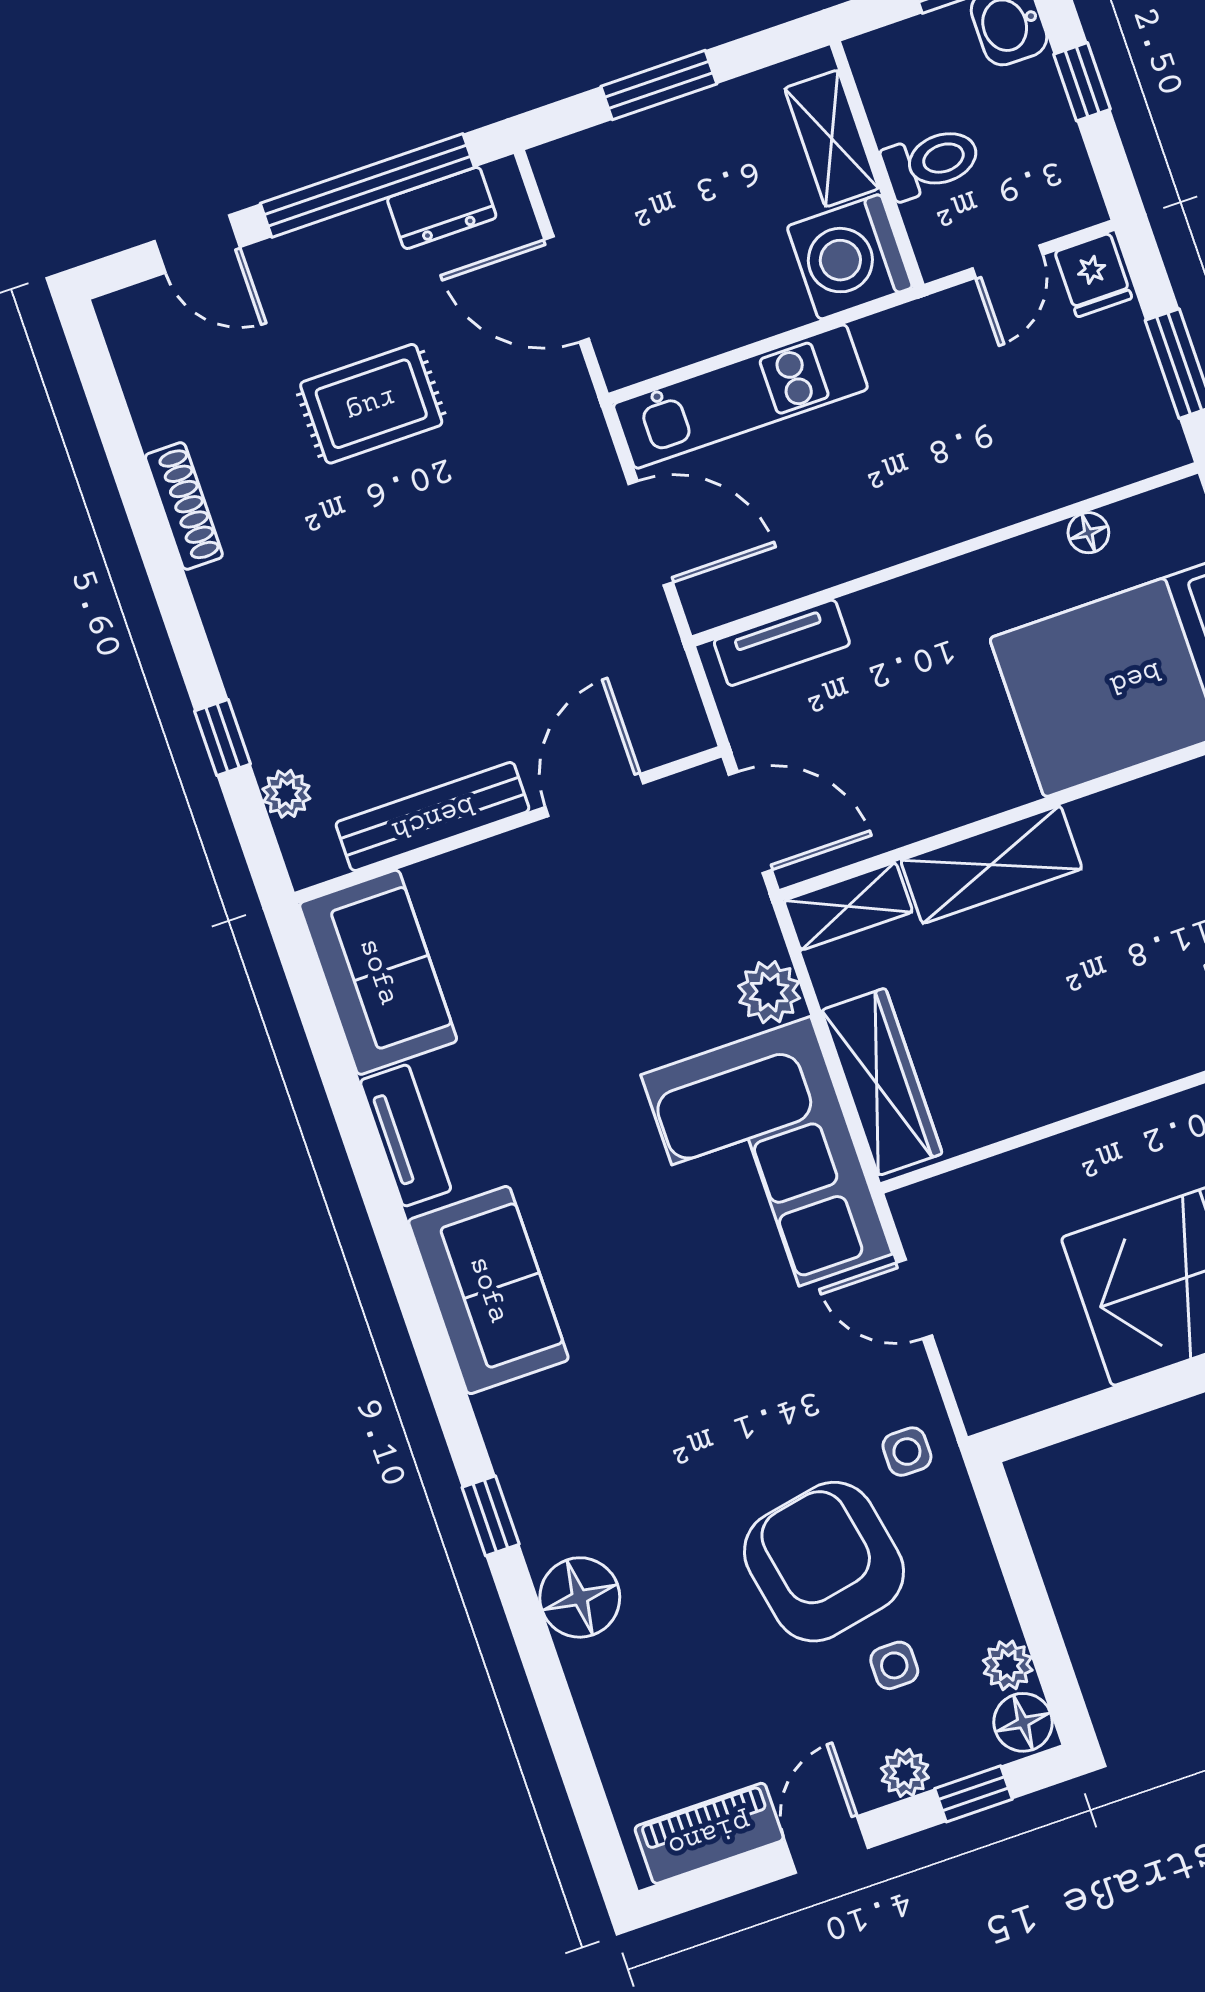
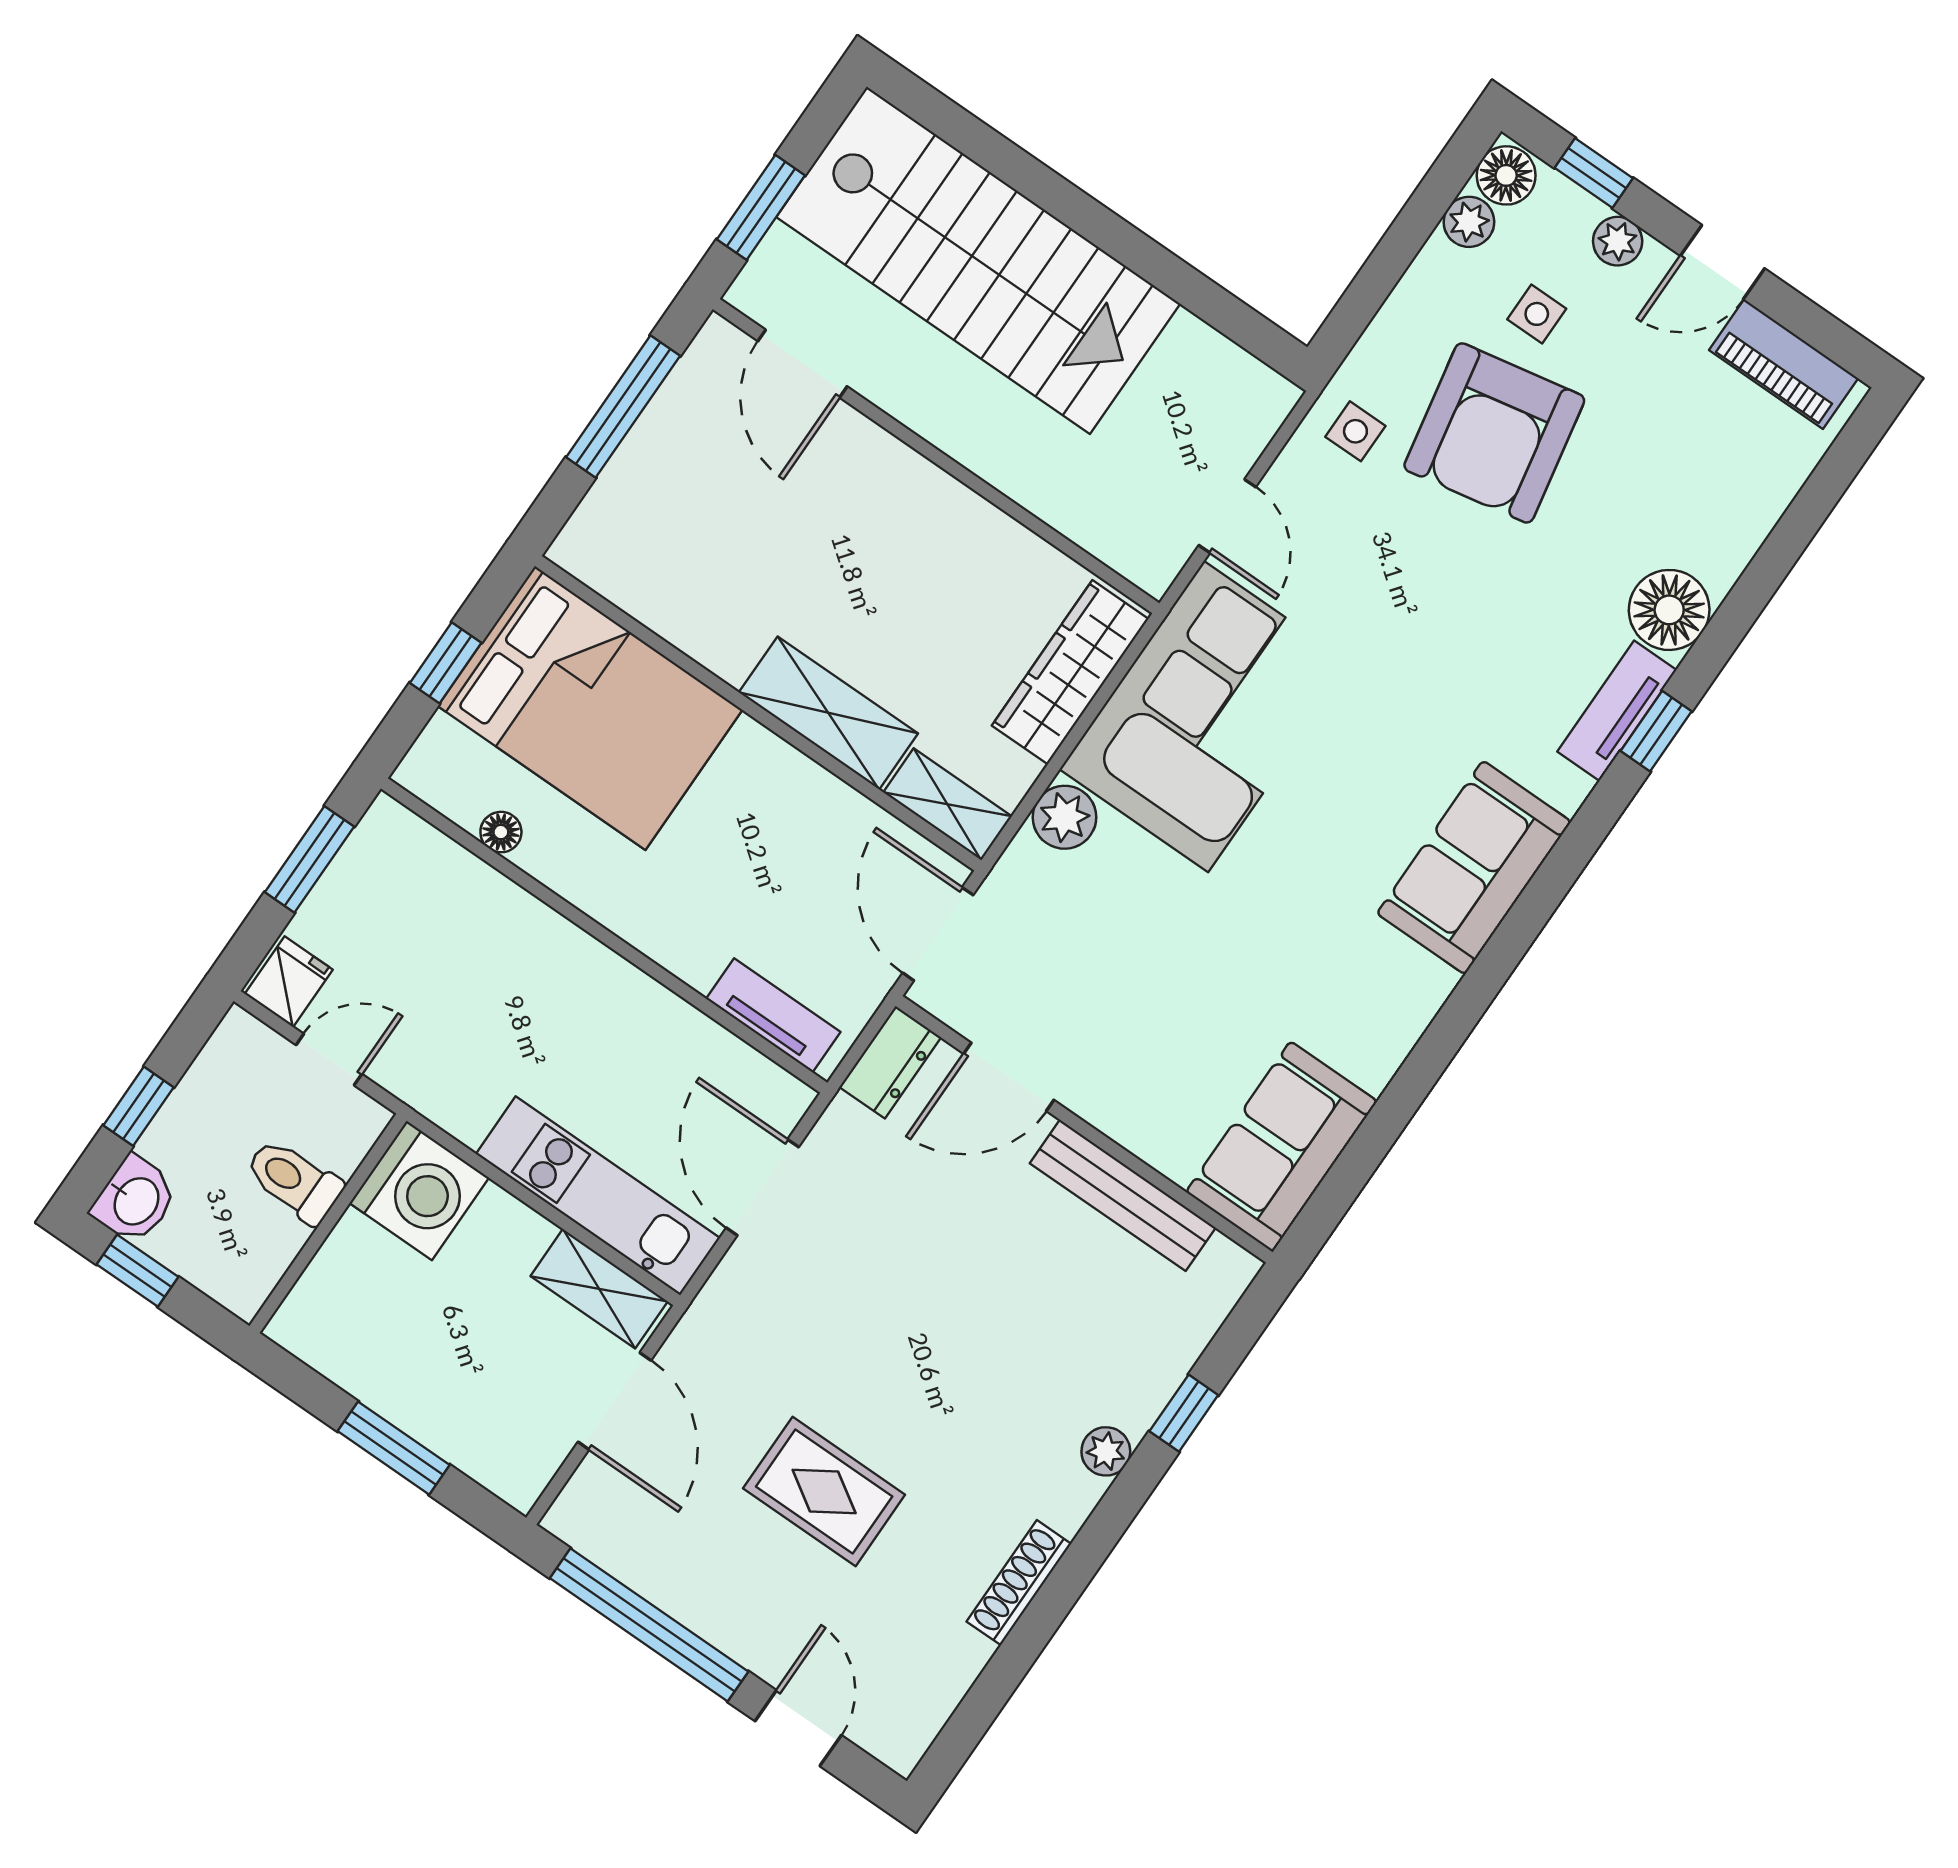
shelving: (832, 138) -> (599, 1289), moved, turned 90
dresser: (442, 208) -> (890, 1062), moved, turned 90
plant: (286, 794) -> (1106, 1451), moved
tv unit: (406, 1136) -> (1617, 711), moved

